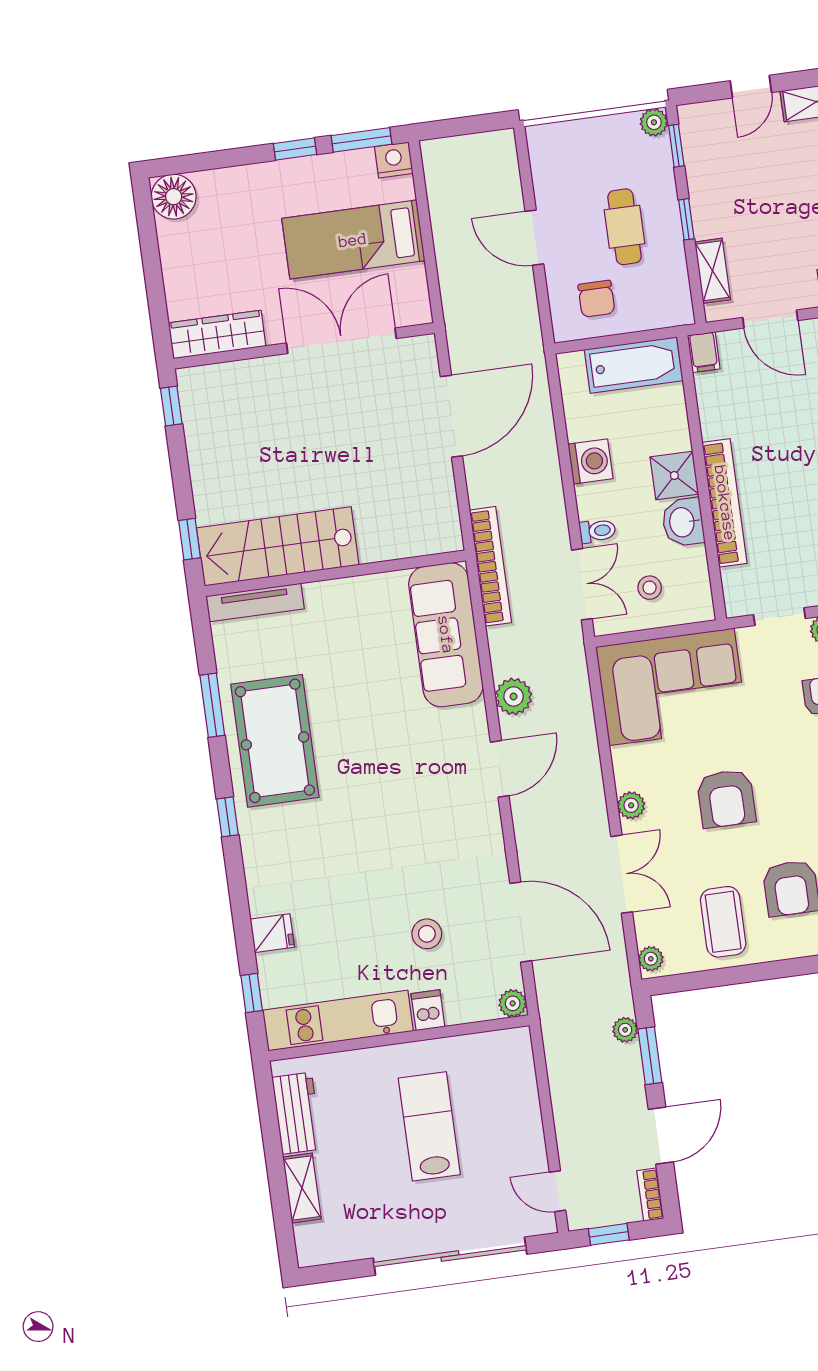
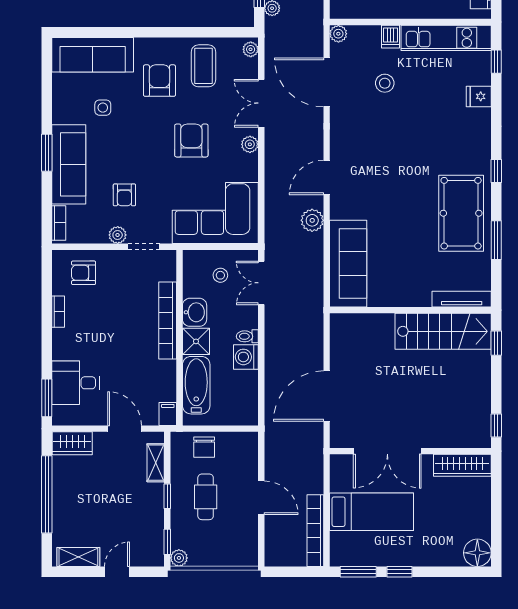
nightstand: (394, 160) -> (340, 557), removed
chair: (596, 299) -> (204, 447), moved, turned 180
bathtub: (634, 365) -> (196, 385), moved, turned 90
toilet: (597, 531) -> (247, 336), moved
bookcase: (490, 566) -> (315, 531), moved

